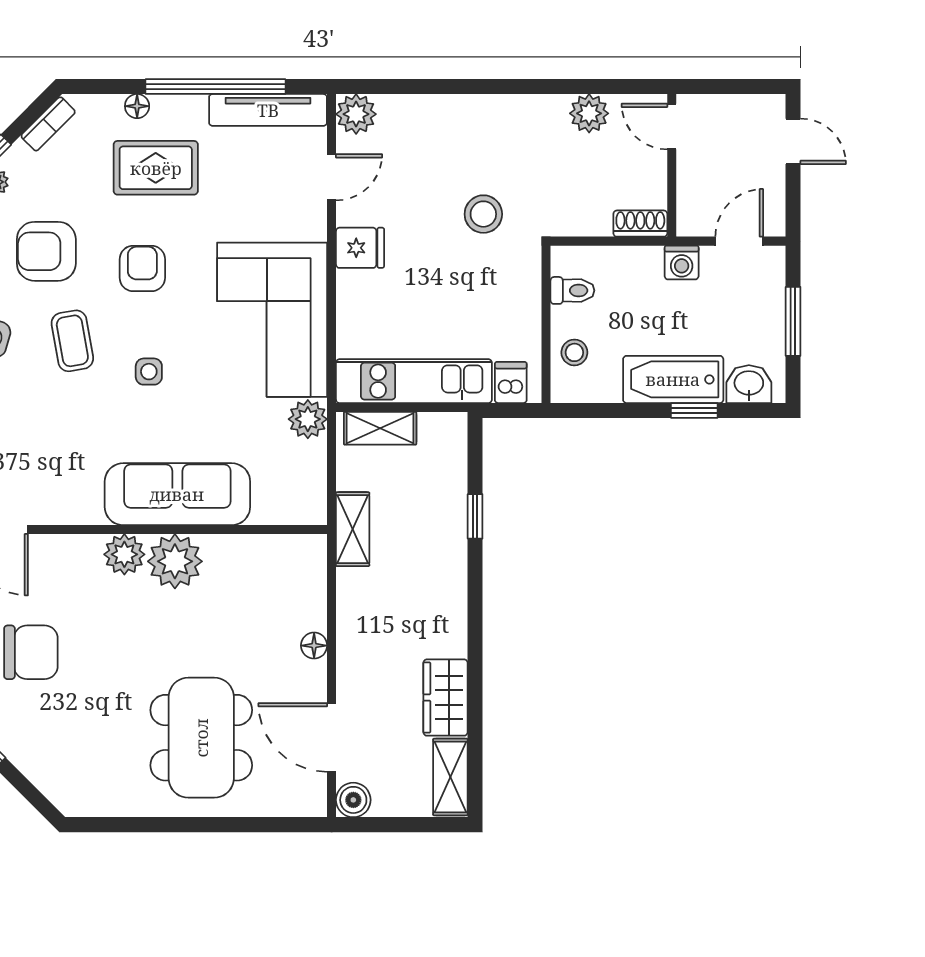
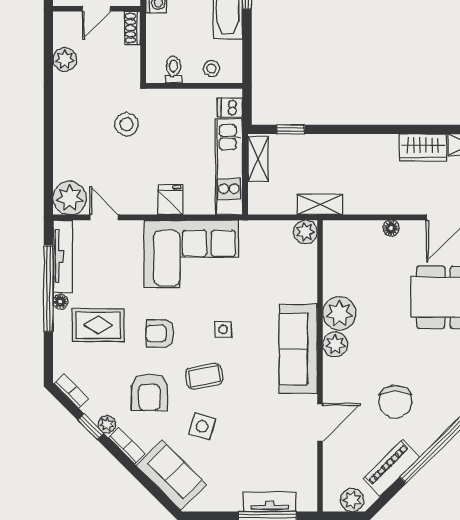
floor lamp: (137, 106) -> (60, 302), moved
plant: (356, 114) -> (70, 198), width x1.36, depth x1.36
door: (672, 127) -> (96, 9), moved
rug: (156, 168) -> (98, 325), turned 90
fridge: (360, 248) -> (170, 200), moved
plant: (308, 419) -> (305, 232), moved
shelving: (380, 428) -> (258, 159), moved
sofa: (177, 494) -> (298, 349), moved
window: (475, 516) -> (291, 129), moved
chair: (31, 652) -> (395, 402), turned 180

